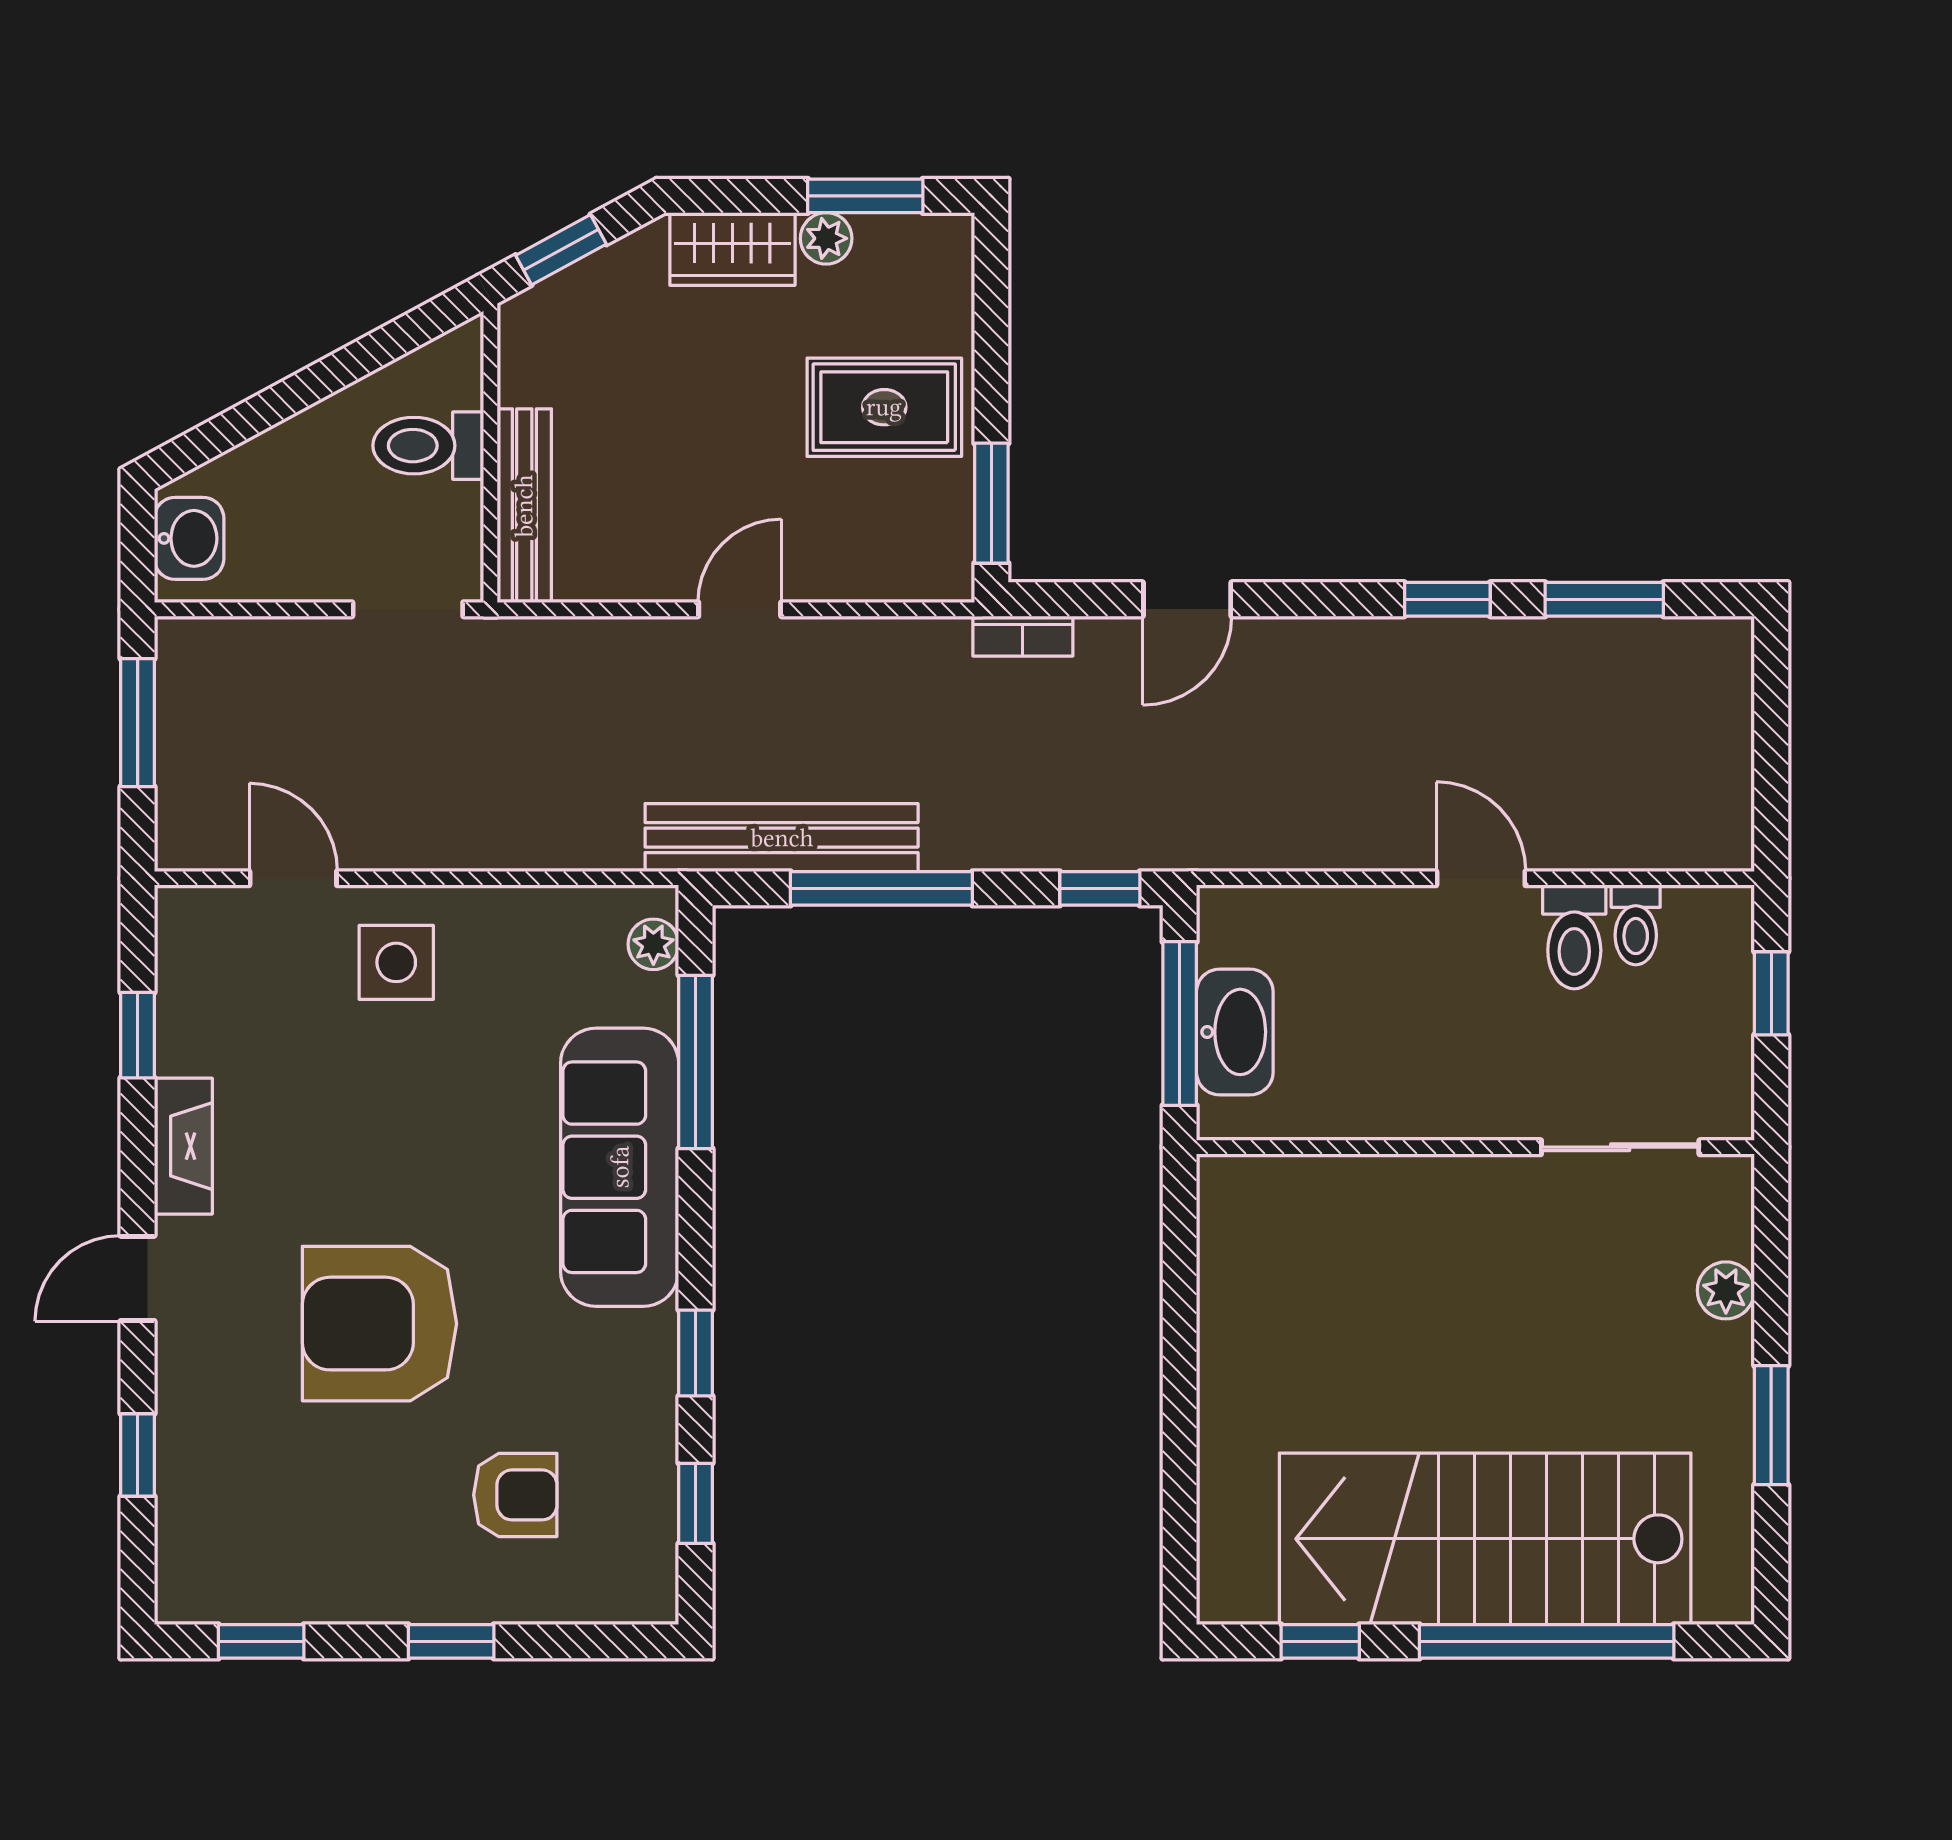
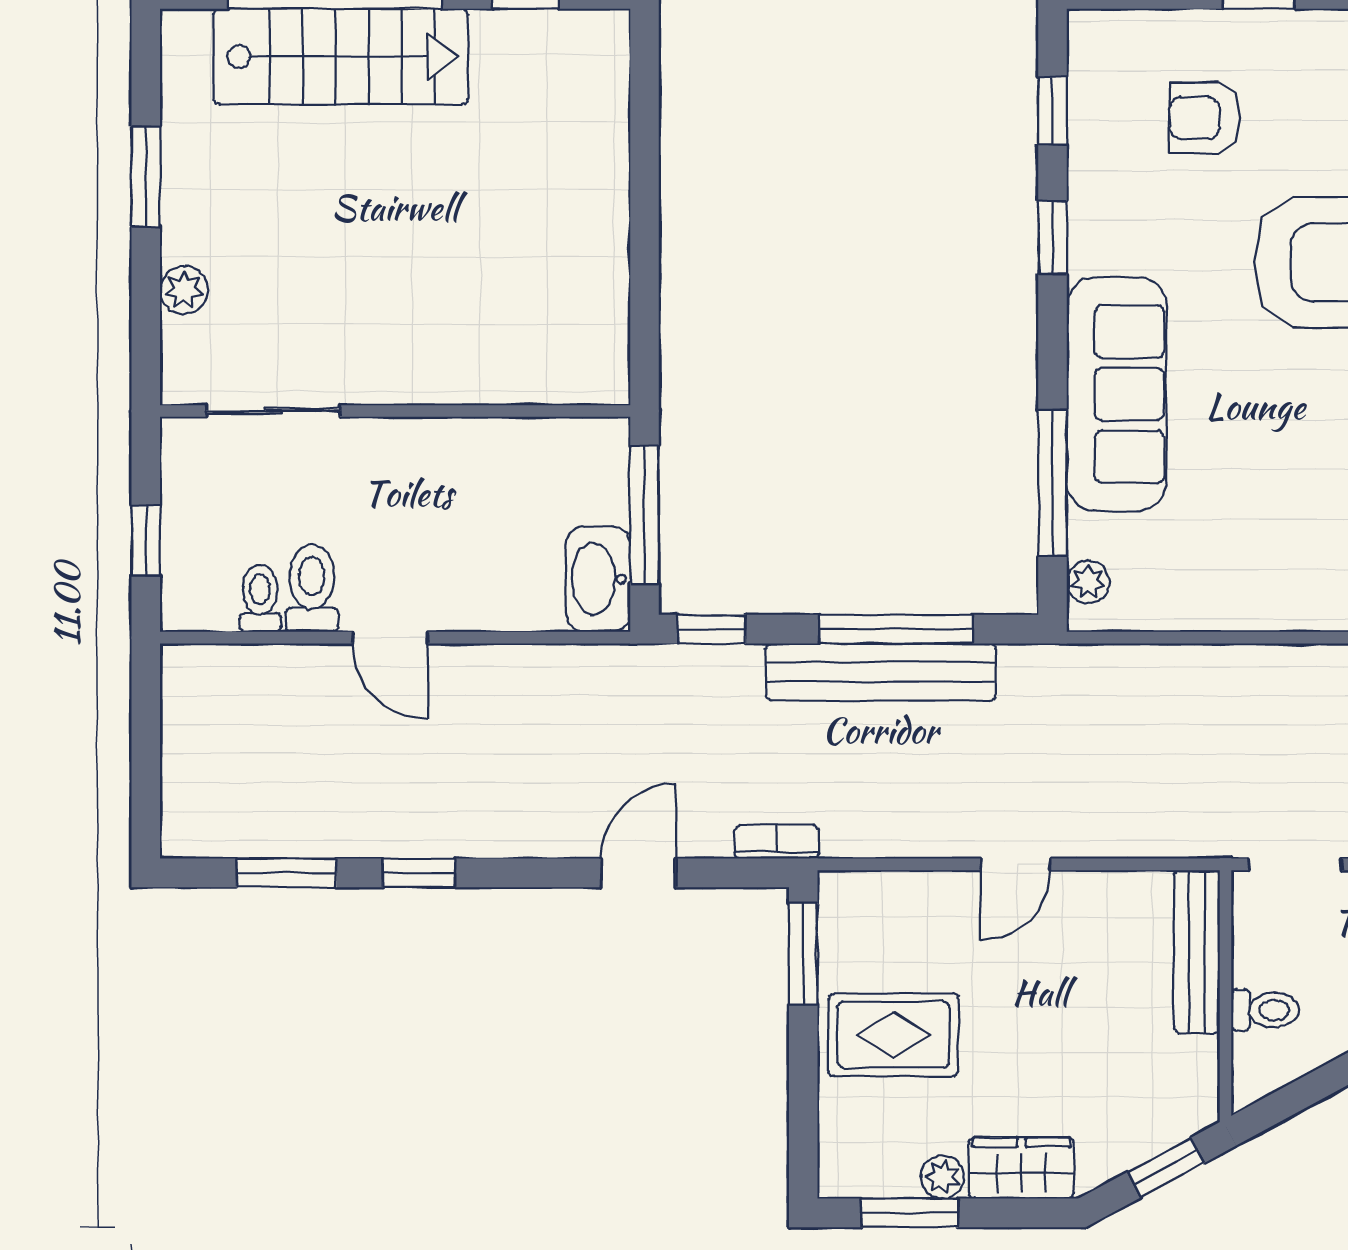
toilet: (428, 446) -> (1265, 1010), width x0.73, depth x0.72
bench: (782, 838) -> (881, 672), moved
side table: (396, 962) -> (1305, 567), removed
washbasin: (1235, 1032) -> (598, 579), moved
stairs: (1485, 1539) -> (341, 57), width x0.73, depth x0.66

